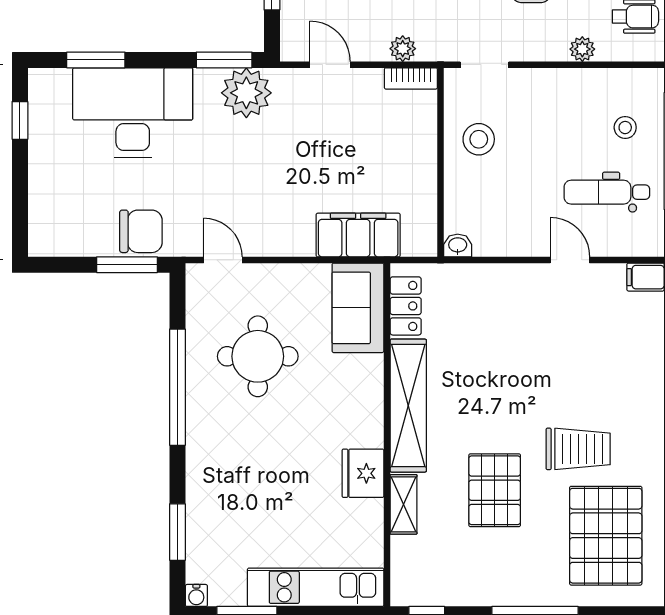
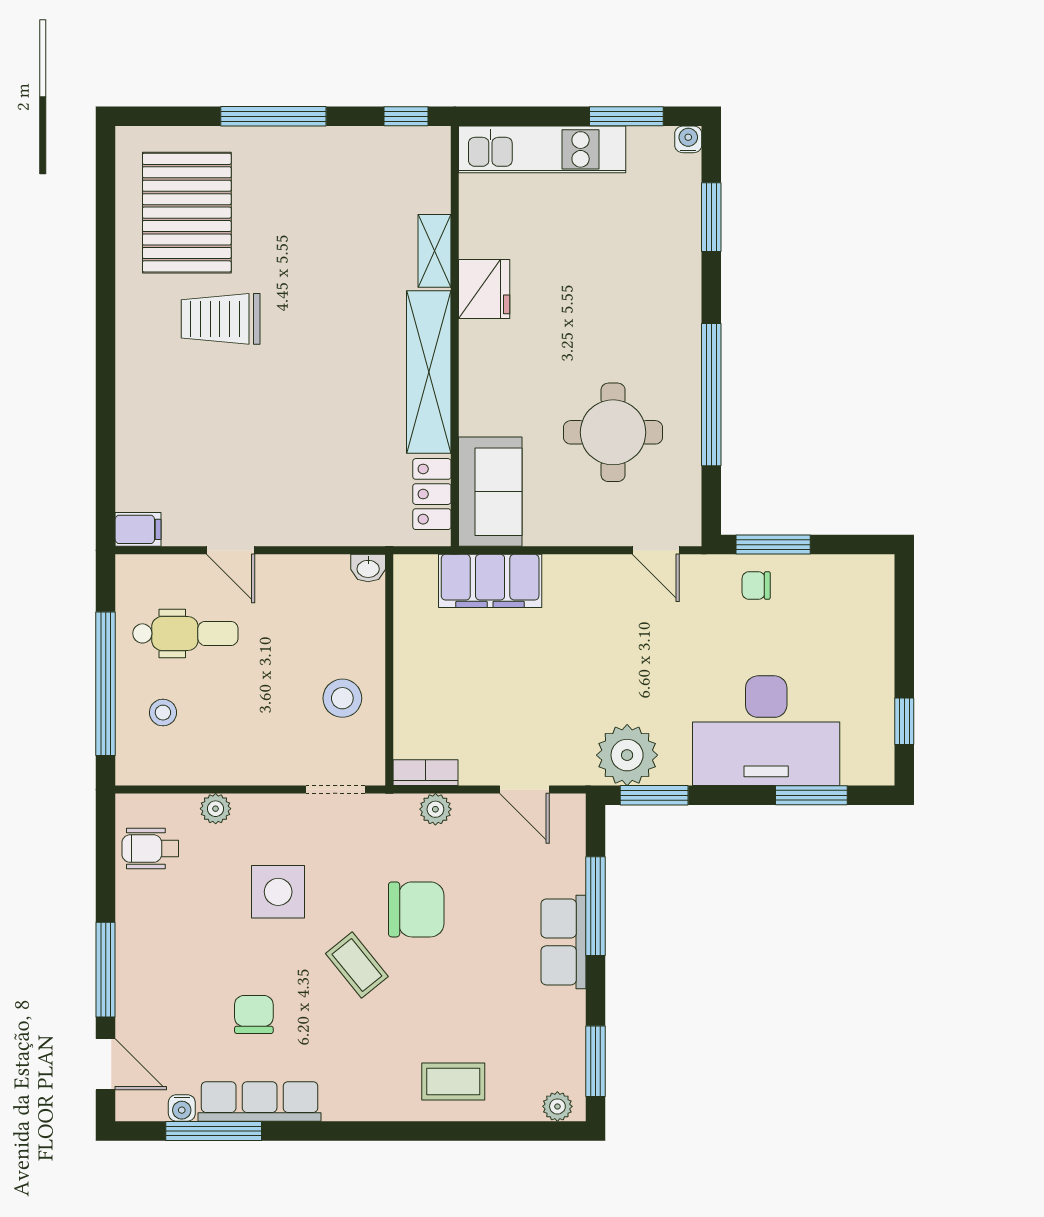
chair: (141, 231) -> (756, 585), width x0.54, depth x0.54
pallet: (495, 490) -> (323, 268), removed

